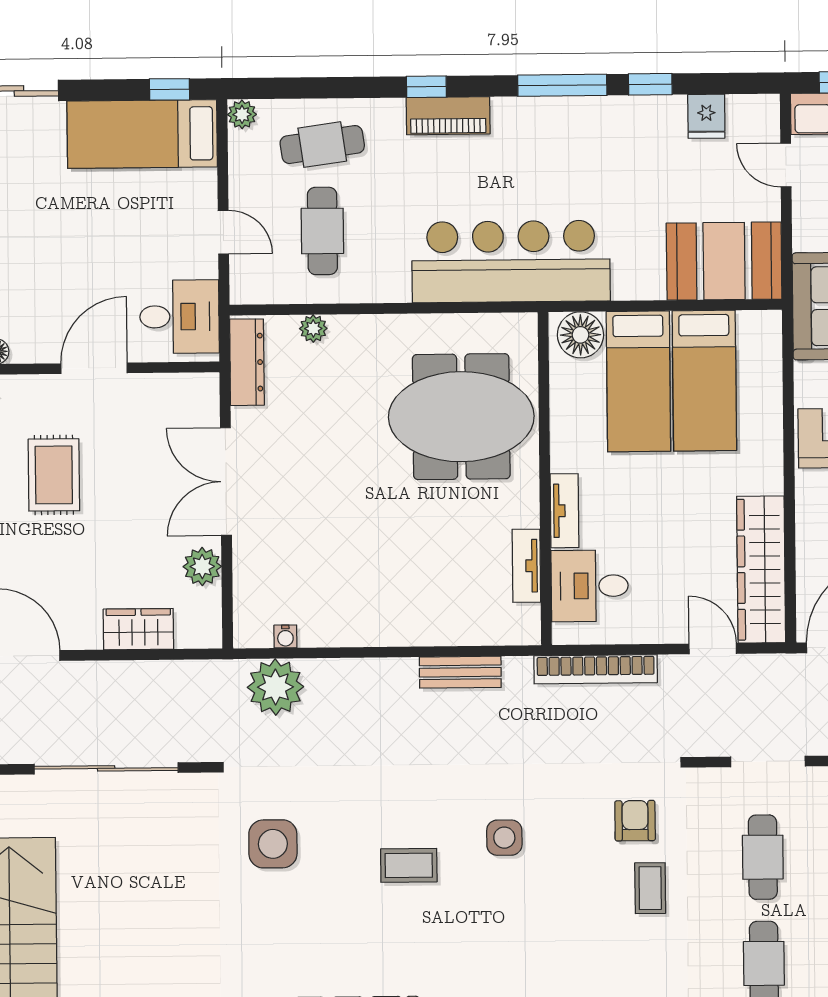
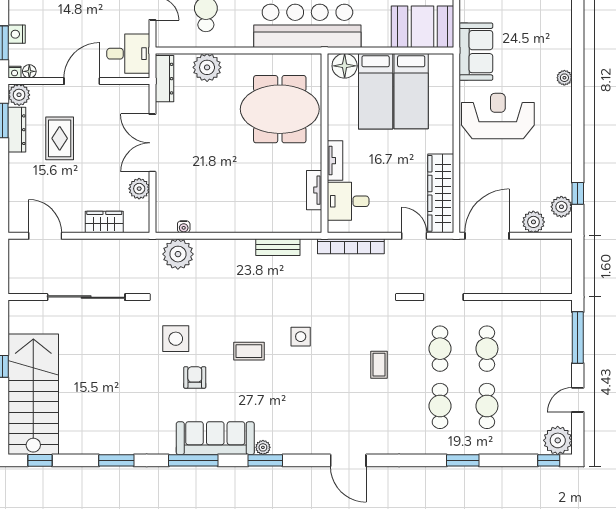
plant: (313, 329) -> (207, 67), width x1.87, depth x1.87
armchair: (635, 821) -> (195, 377), moved

